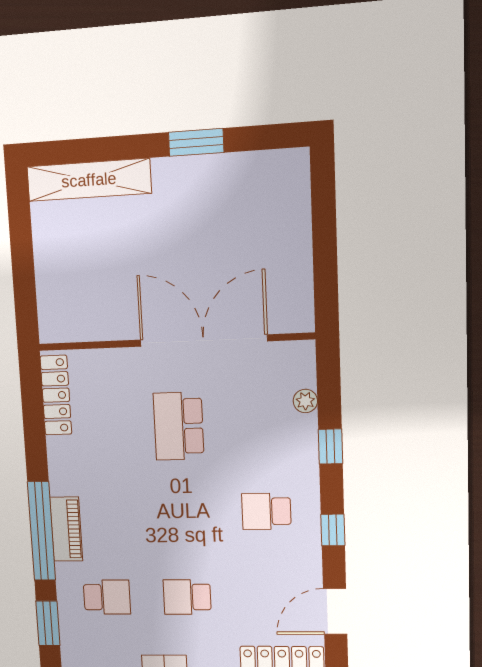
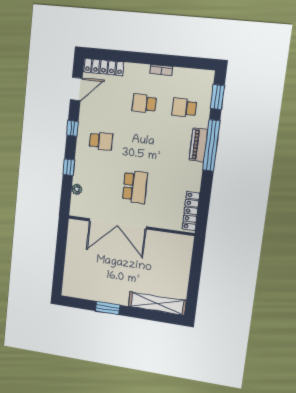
school desk: (187, 597) -> (144, 103), turned 180

